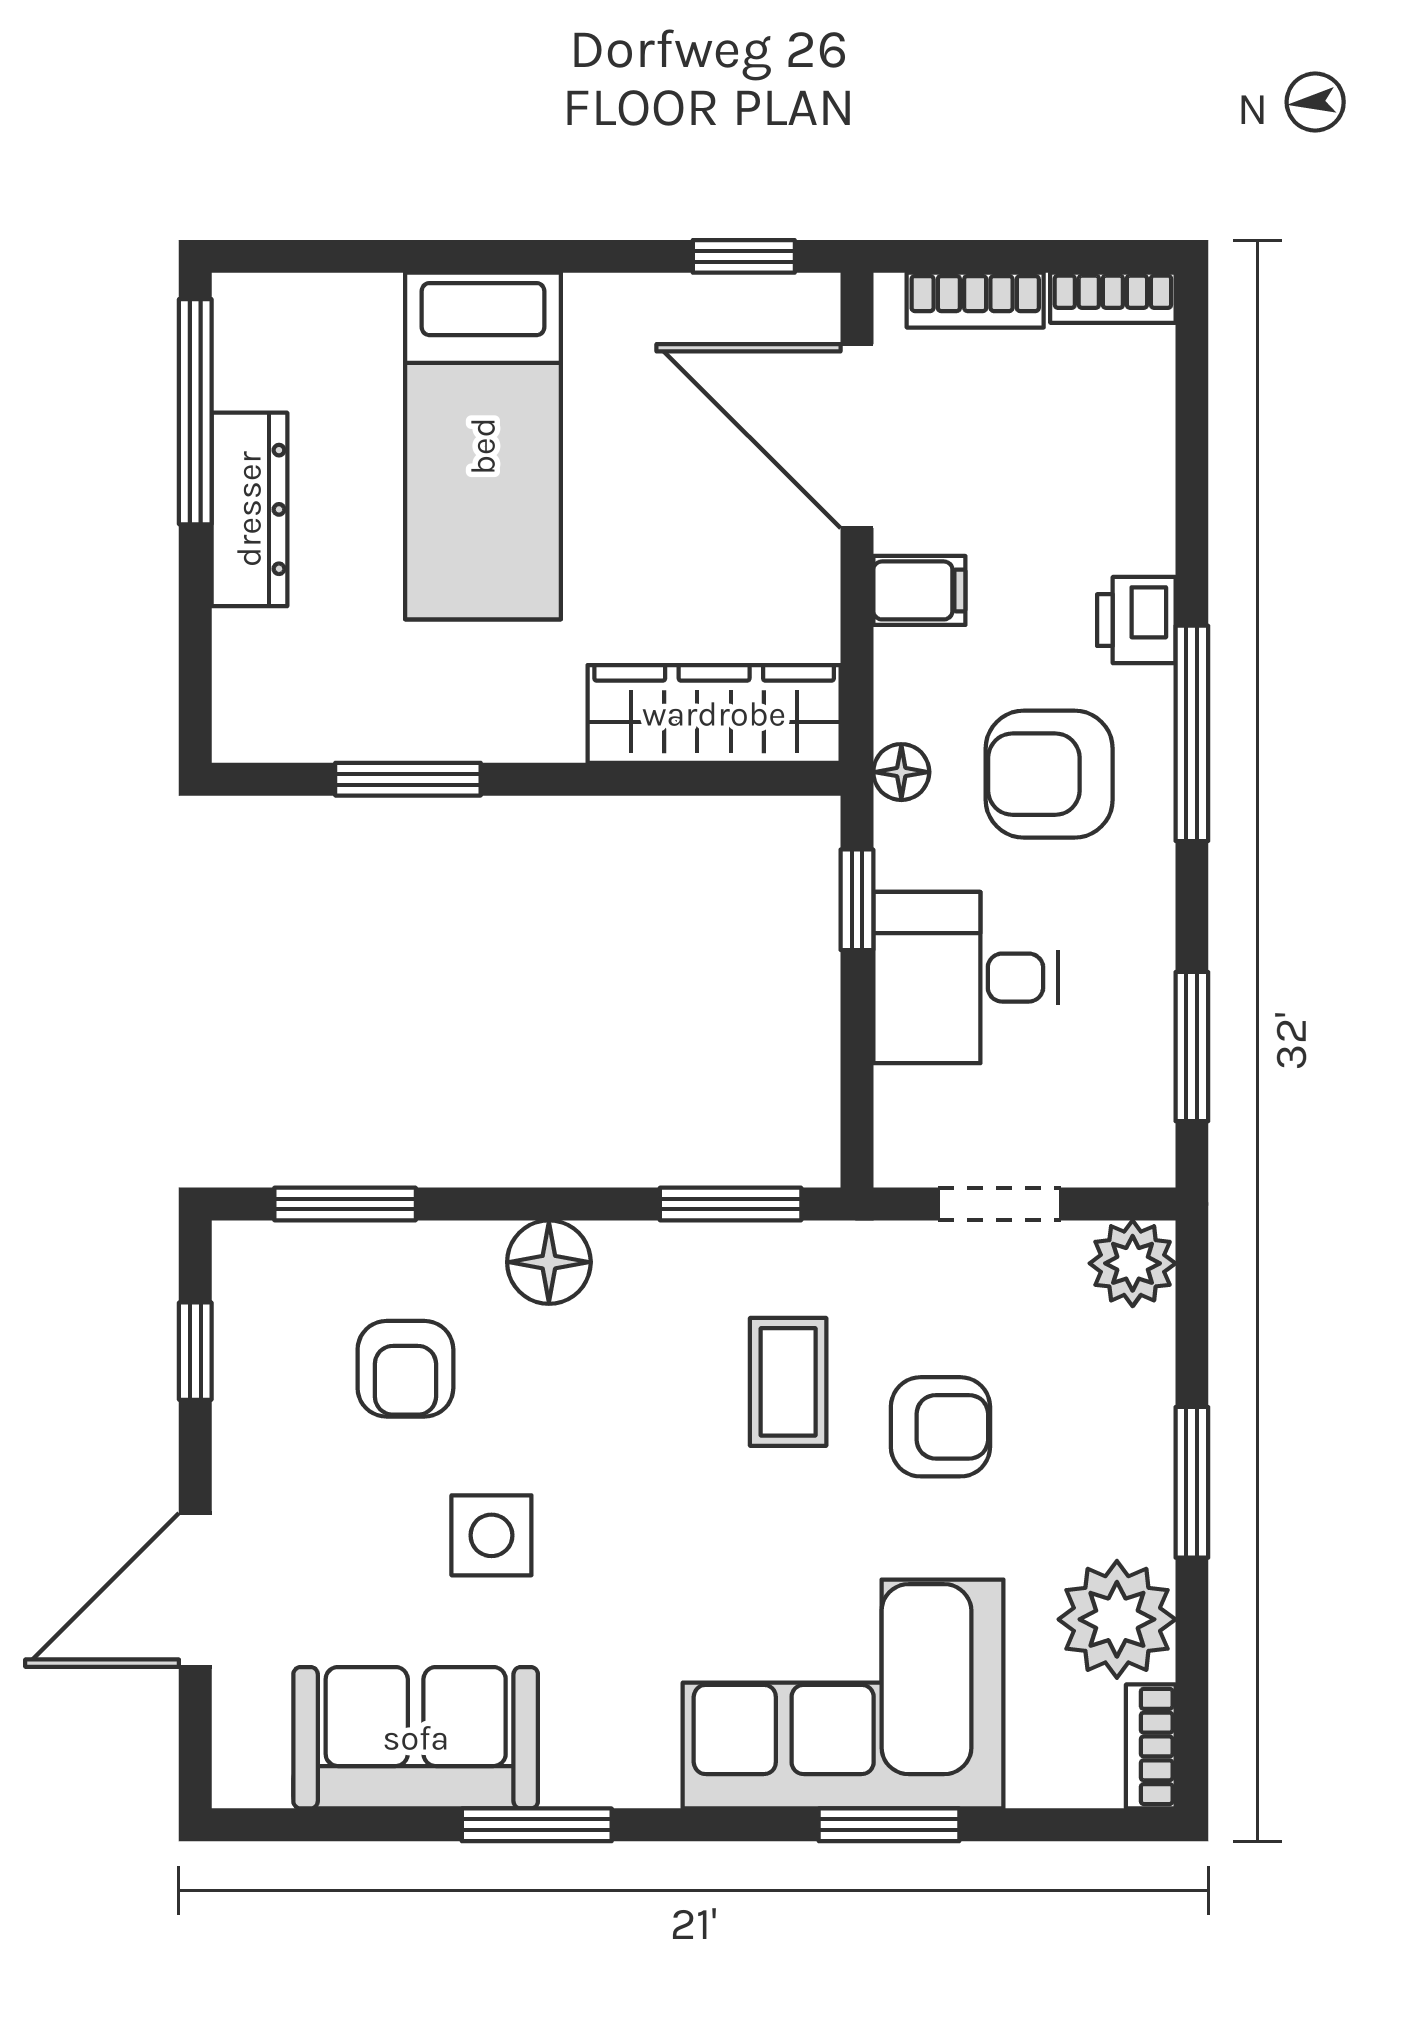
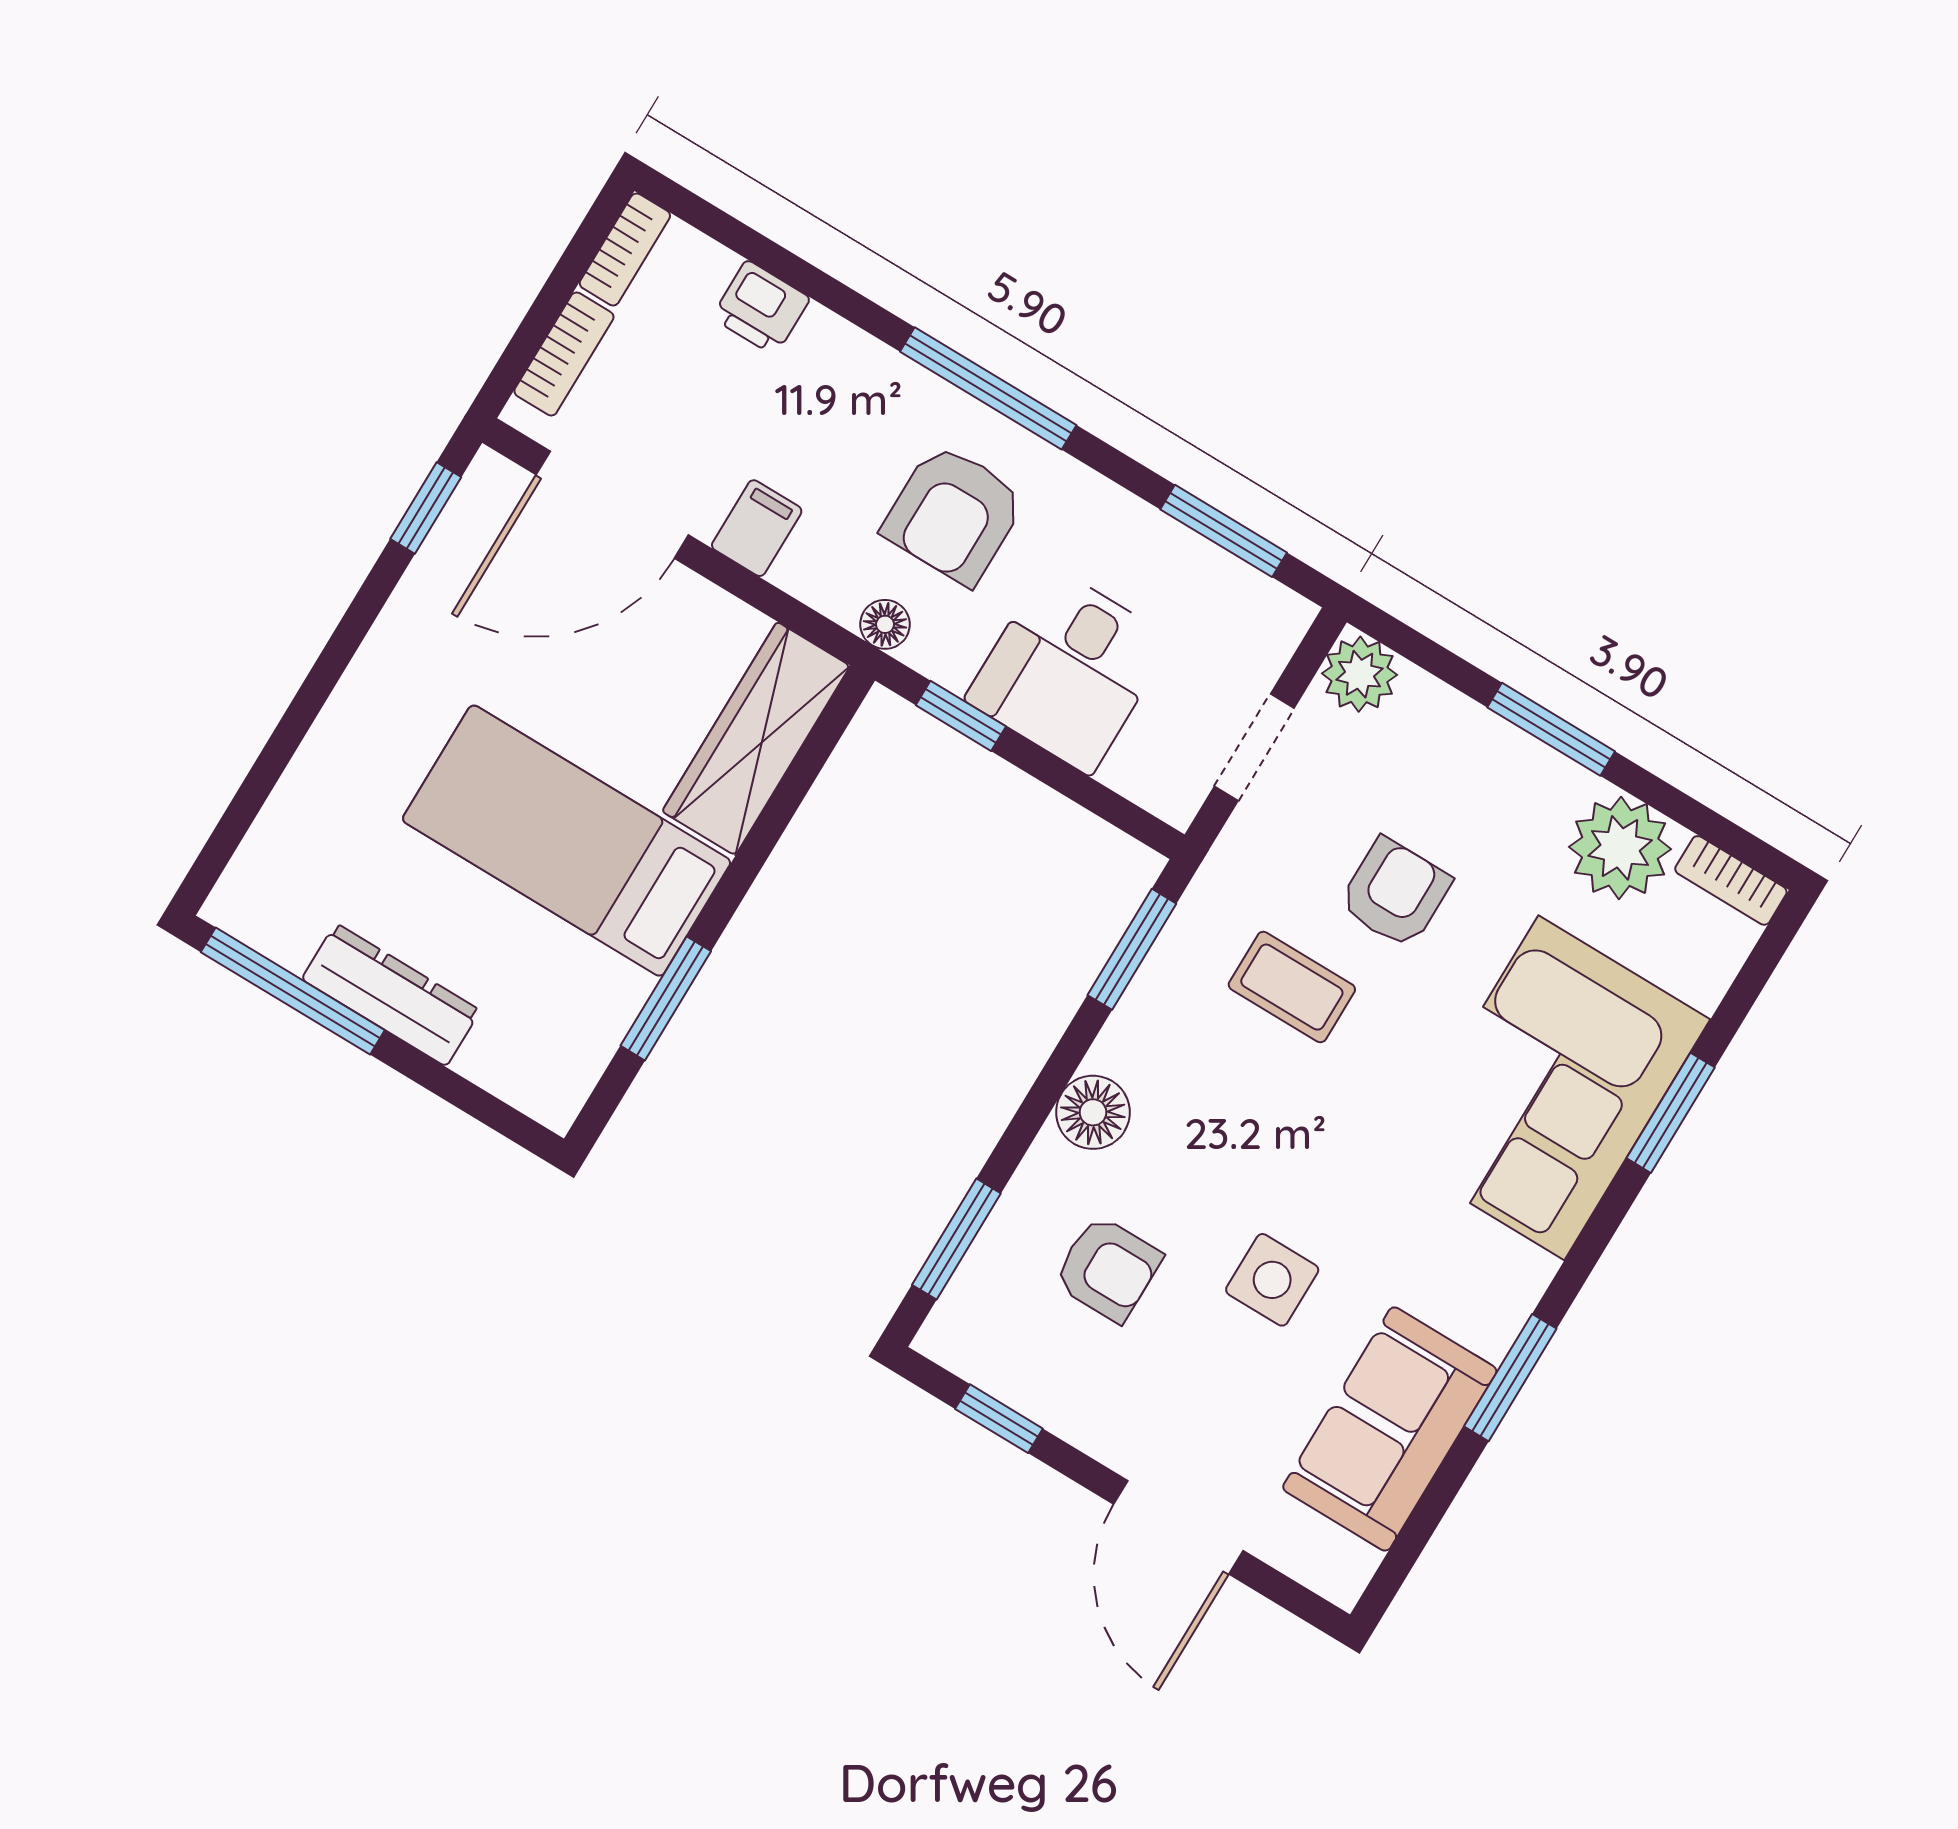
bed: (483, 446) -> (567, 841), moved, turned 180
printer: (1136, 620) -> (761, 308), moved

